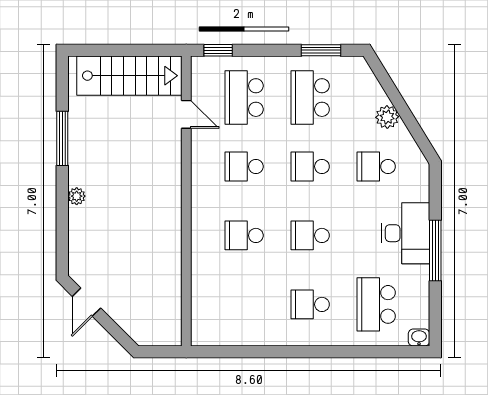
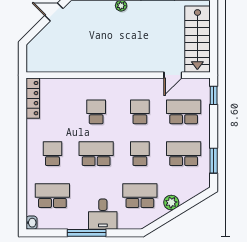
school desk: (376, 166) -> (140, 196), width x1.85
desk: (406, 233) -> (103, 214), width x0.73
school desk: (310, 235) -> (96, 154), width x1.85
locker: (222, 336) -> (33, 98), added

